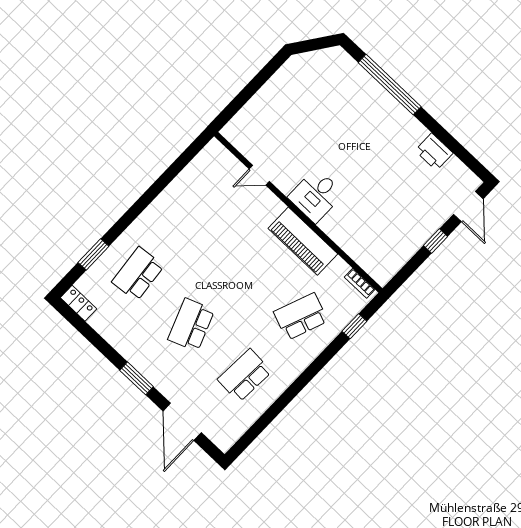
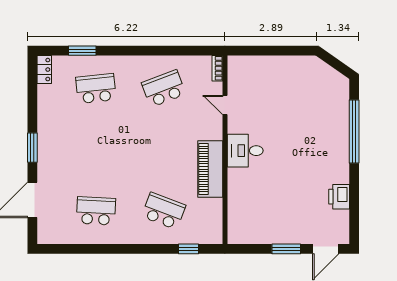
window: (436, 241) -> (286, 249), width x1.50
bookcase: (360, 283) -> (217, 68), moved
school desk: (191, 325) -> (164, 88), moved

